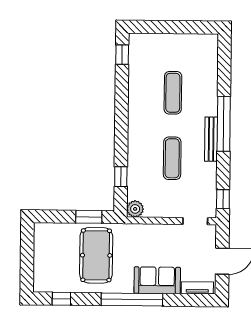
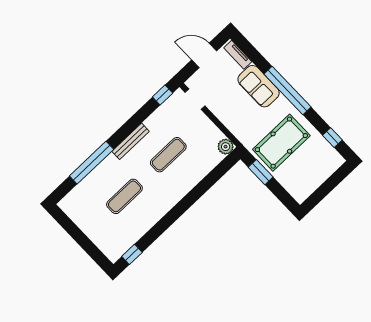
window: (224, 124) -> (92, 163), moved
window: (121, 177) -> (213, 177), removed

